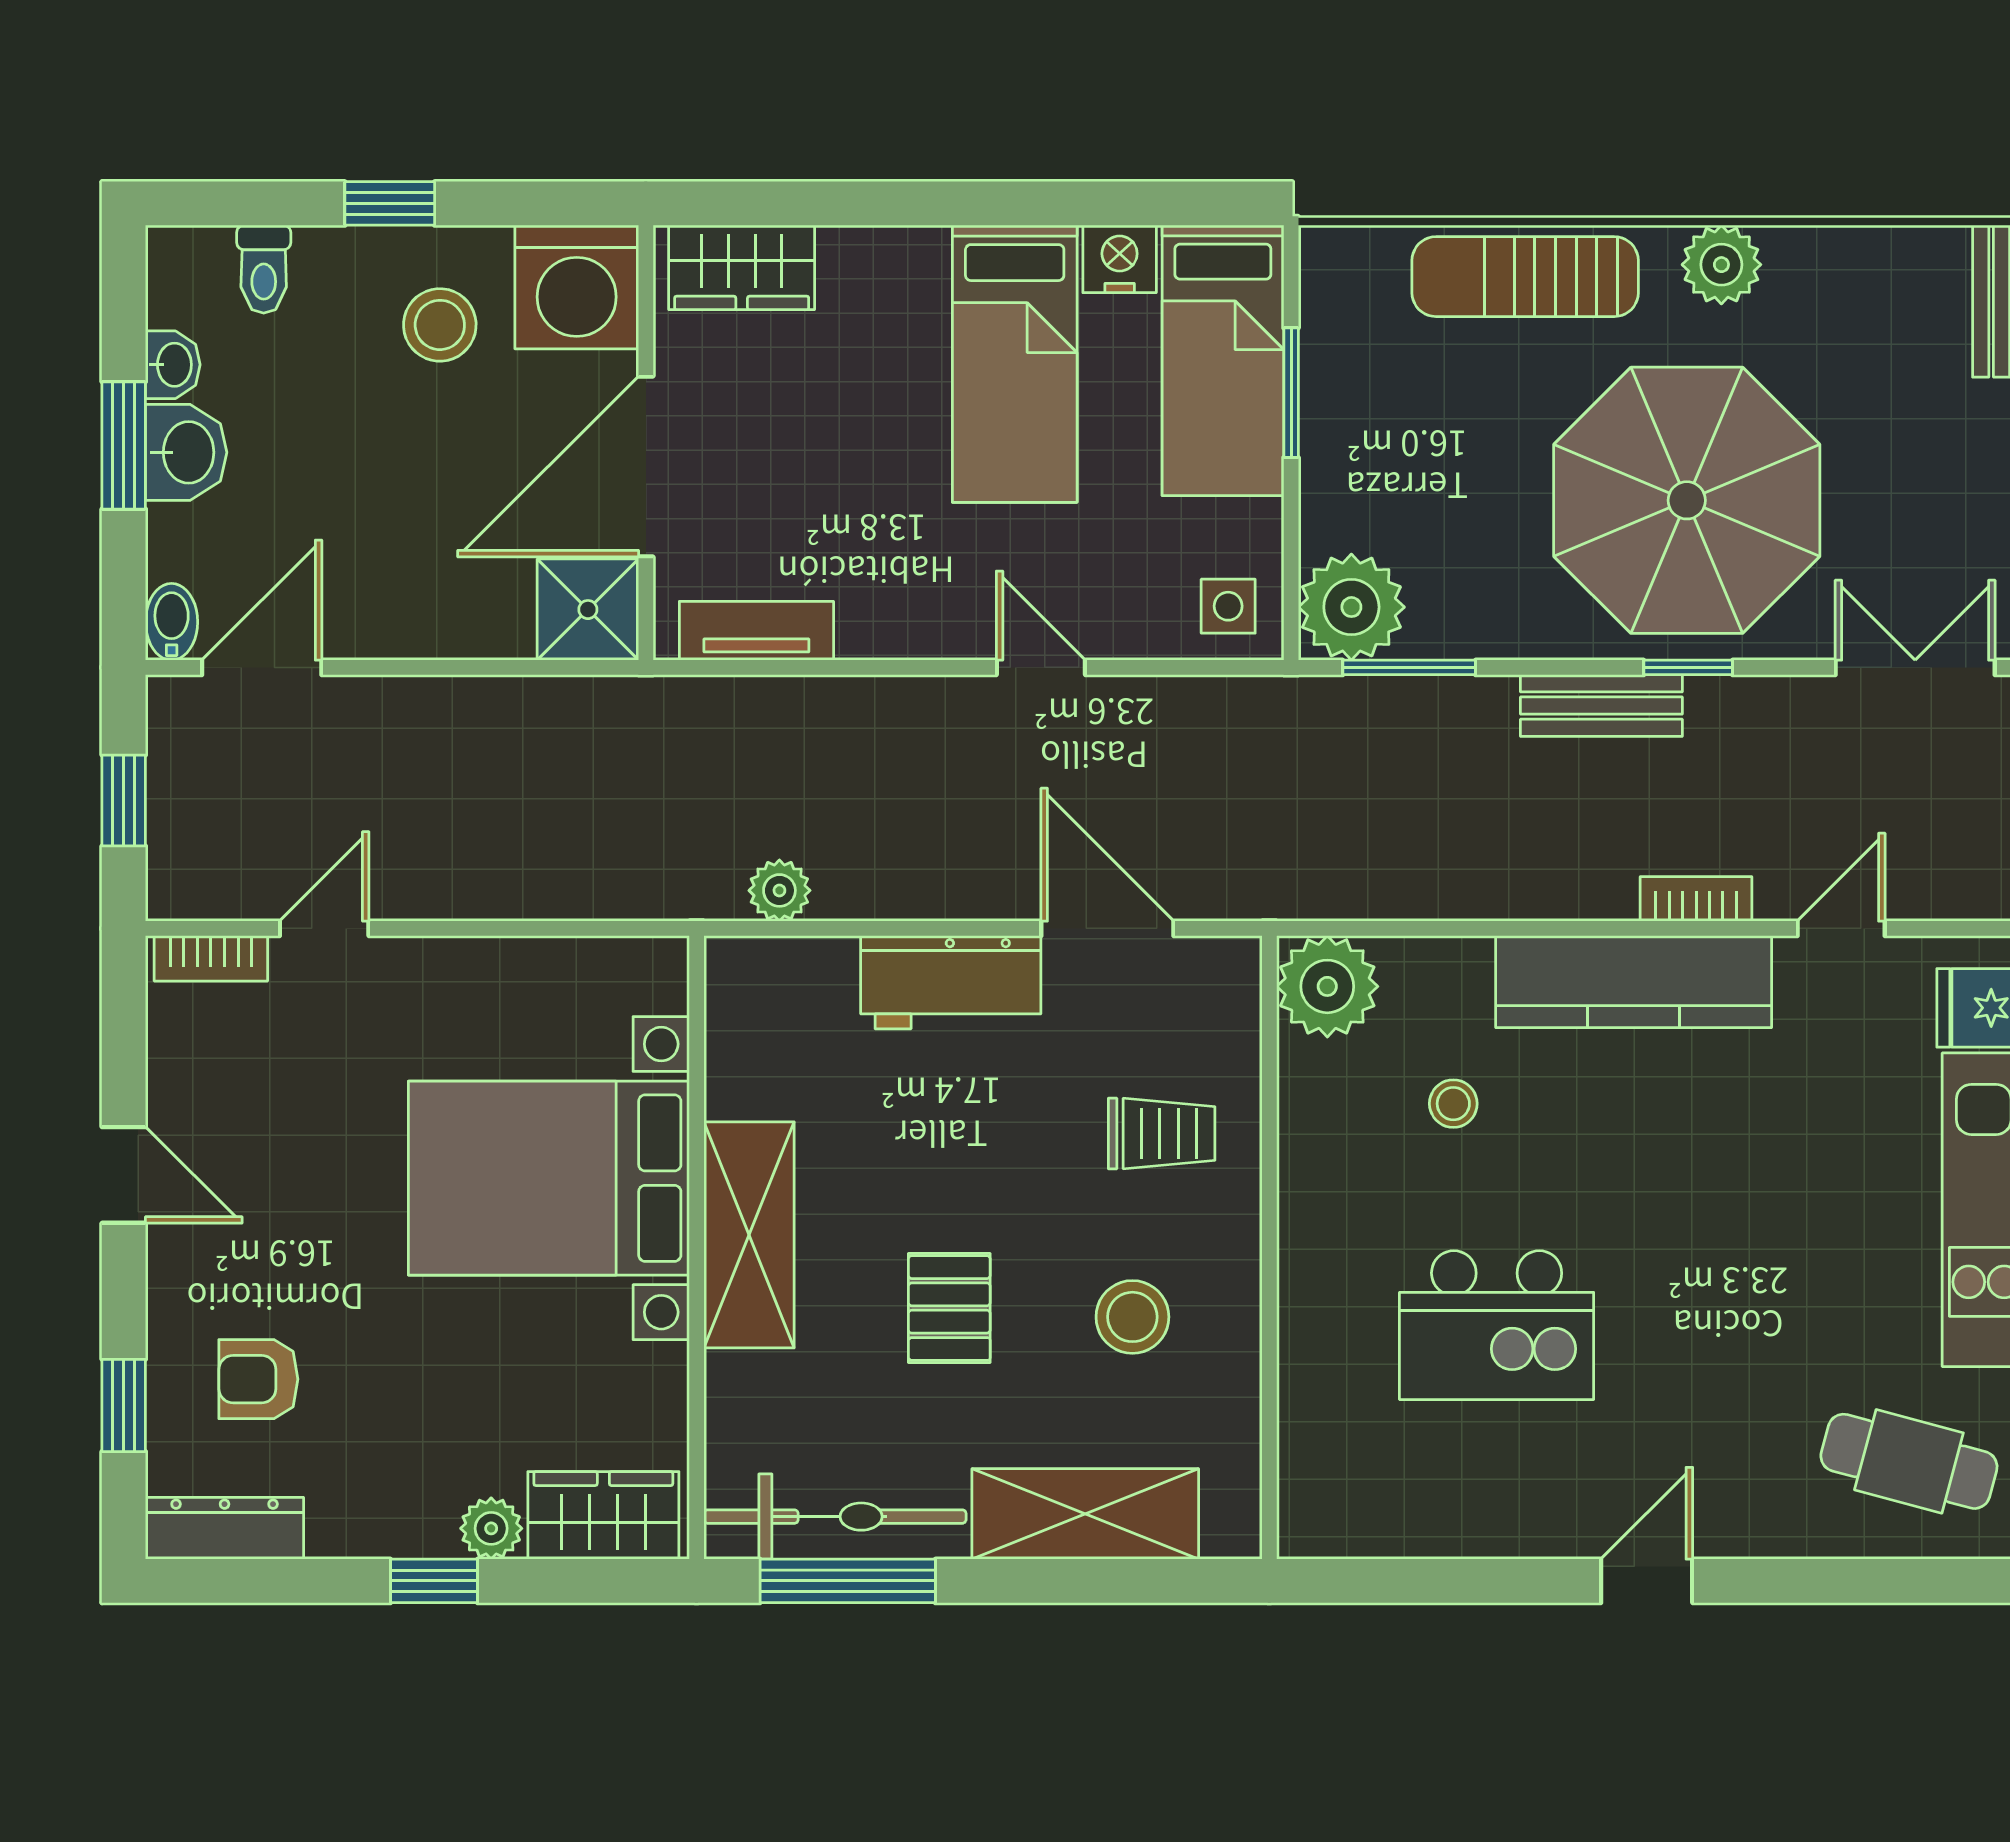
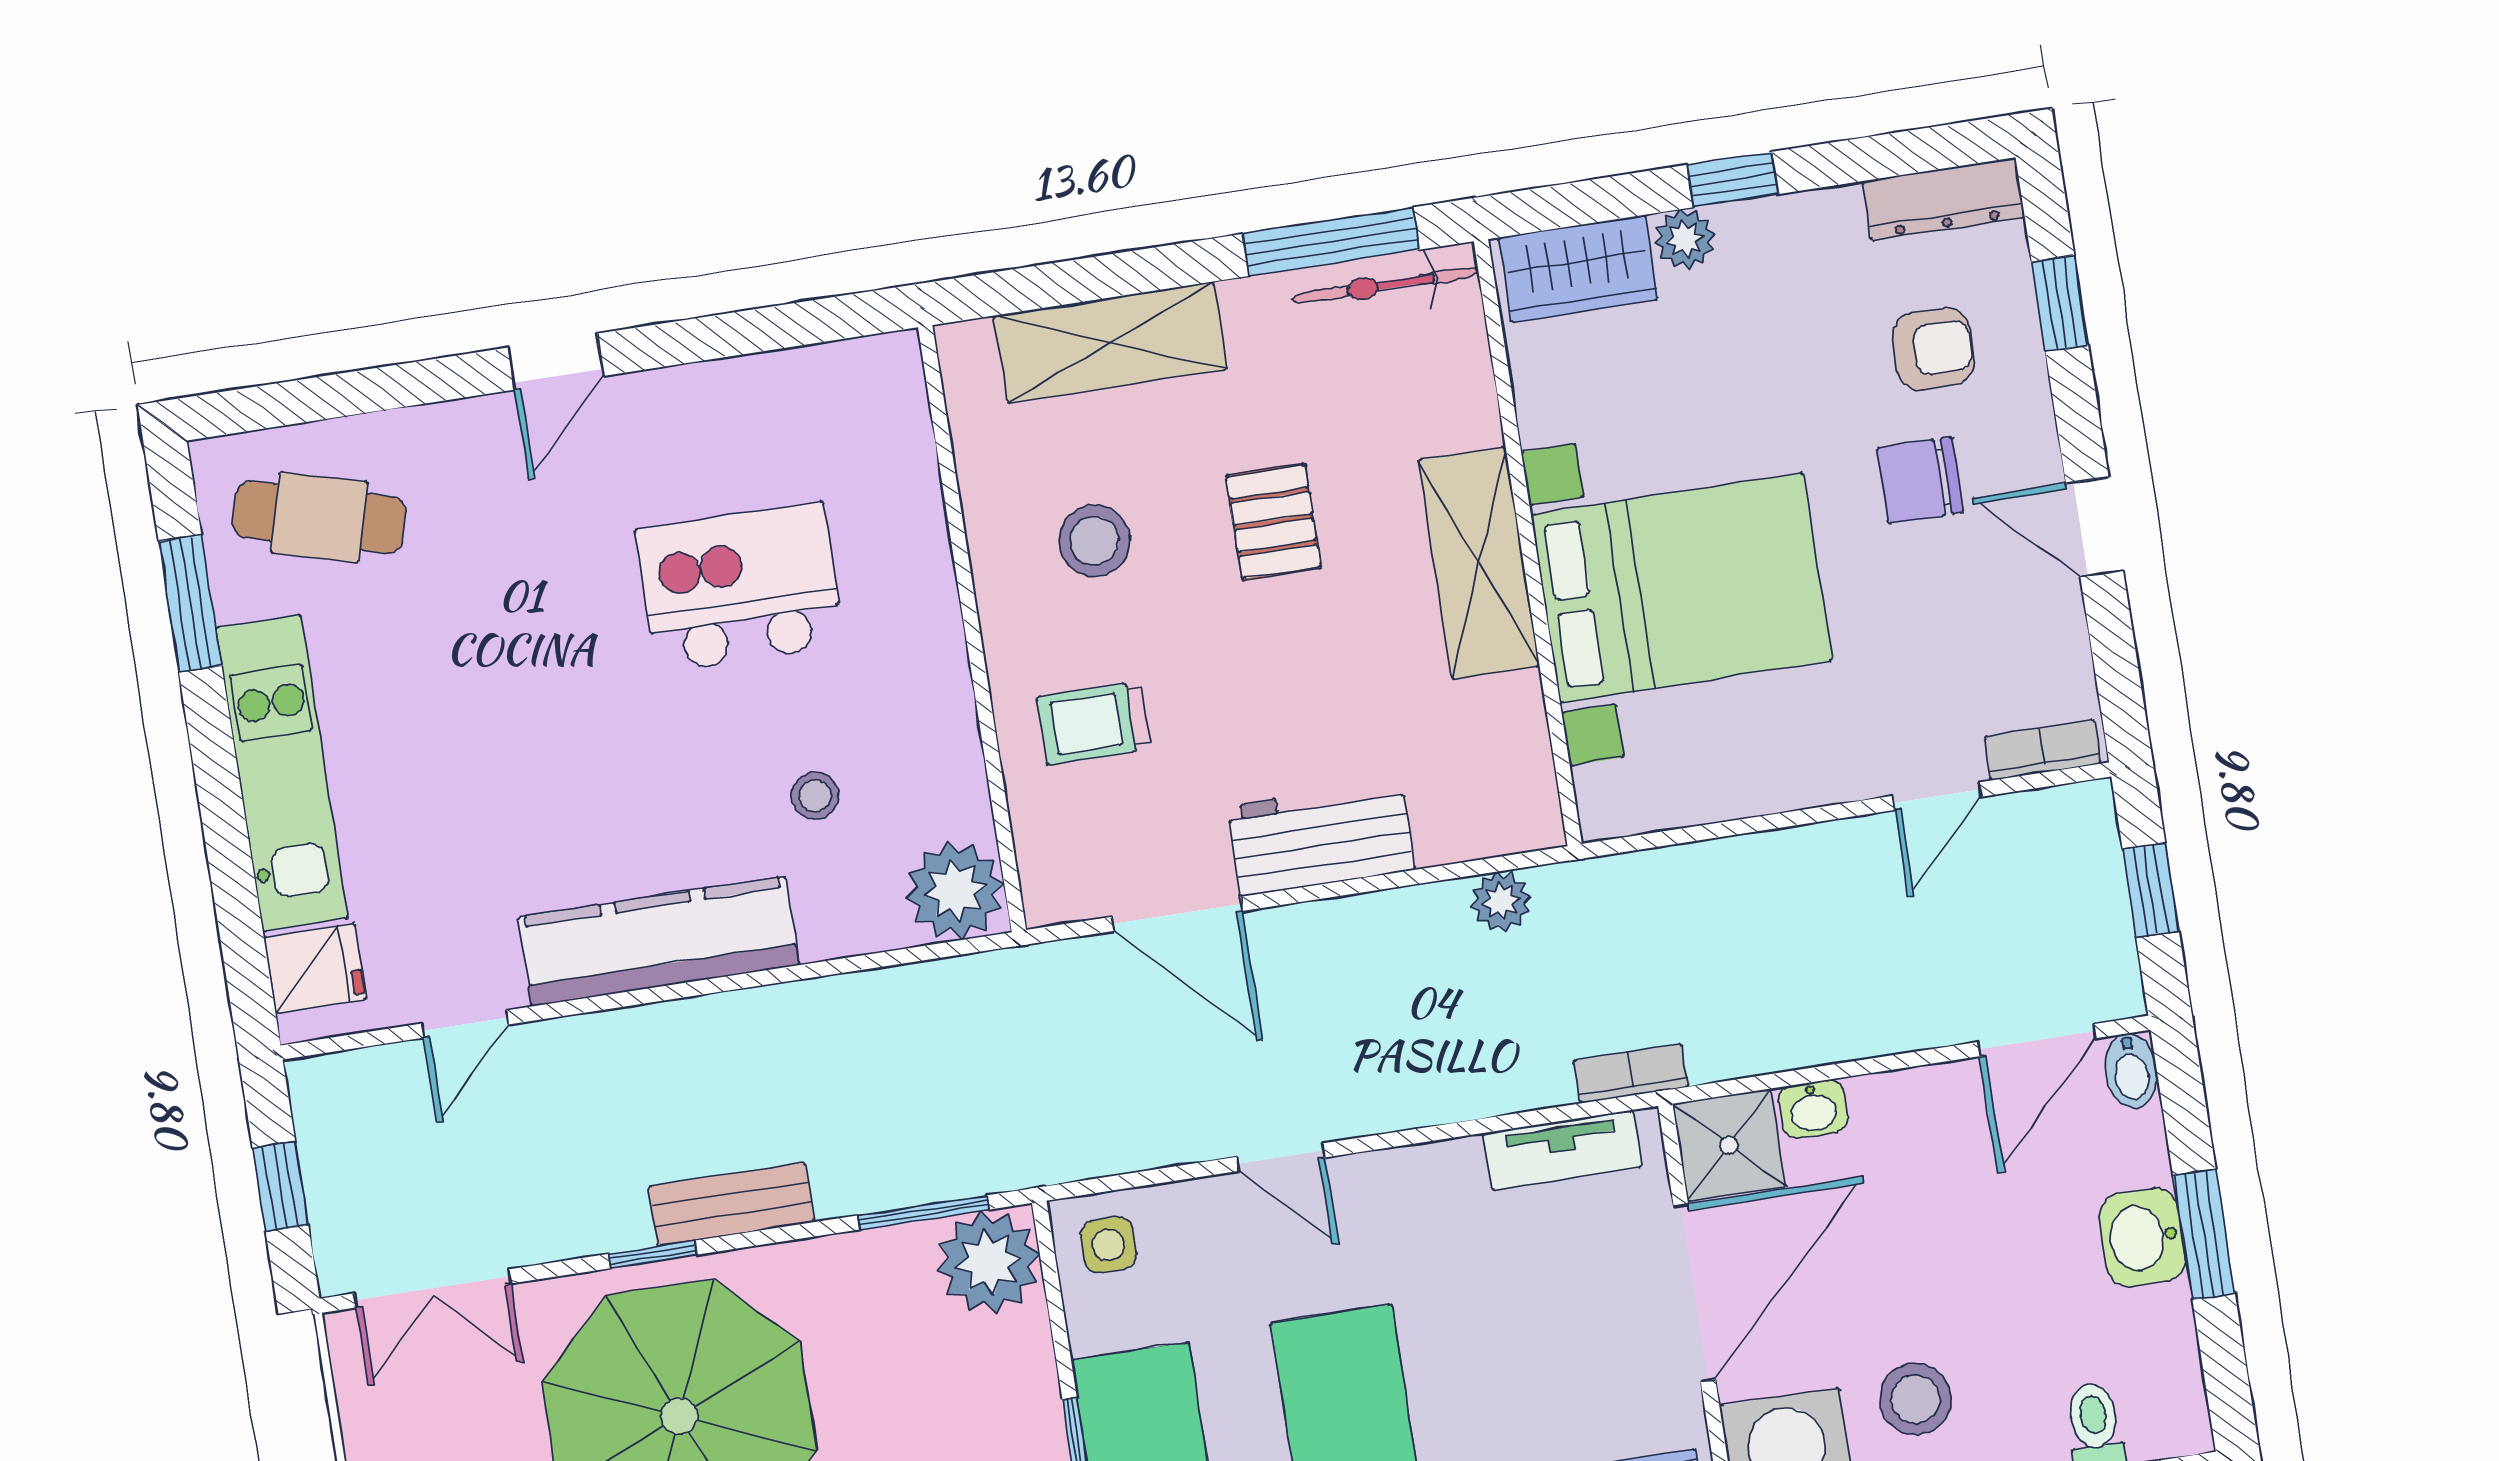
washbasin: (173, 365) -> (1813, 1109), moved, turned -90
bookcase: (1696, 899) -> (1631, 1074), moved, turned 180
chair: (292, 1249) -> (1920, 480), added
bicycle: (835, 1517) -> (1385, 285), width x0.73, depth x0.71

